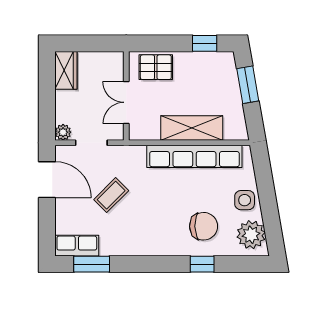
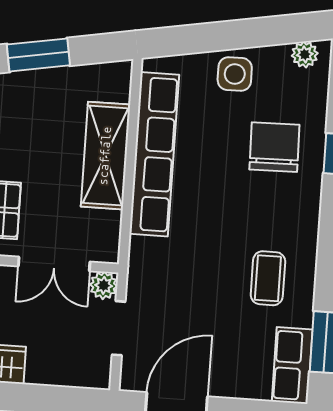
plant: (63, 132) -> (104, 285), moved
coffee table: (111, 195) -> (268, 278), moved, turned 45
plant: (251, 235) -> (305, 54), width x0.53, depth x0.53

